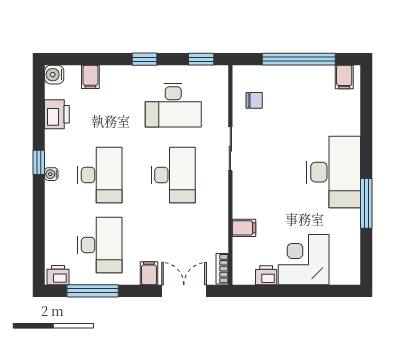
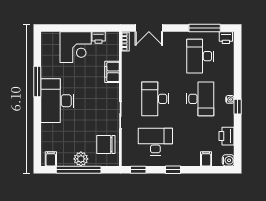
plant: (295, 77) -> (81, 159), added
chair: (254, 100) -> (106, 145), width x1.87, depth x1.87
desk: (100, 175) -> (200, 99), turned 180
filing cabinet: (244, 228) -> (112, 72), width x2.00
filing cabinet: (149, 273) -> (170, 39), removed

